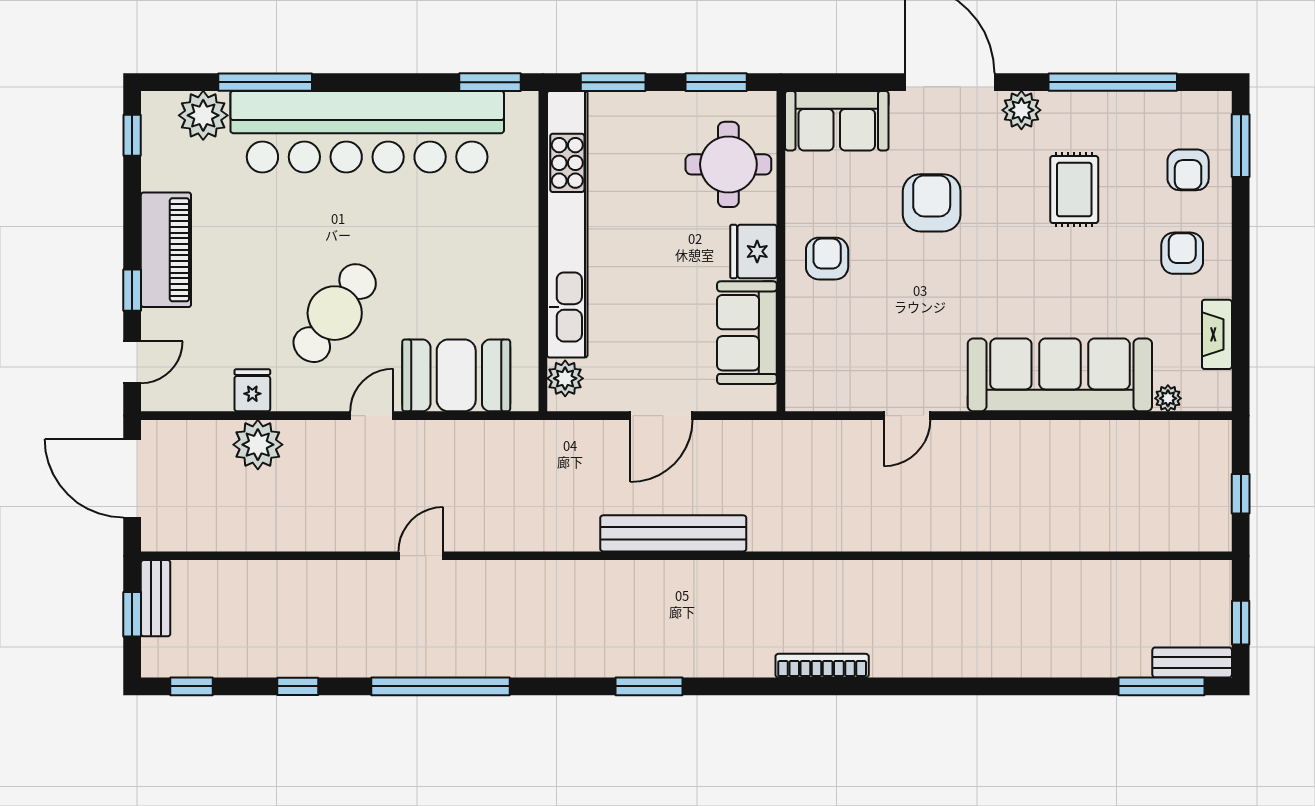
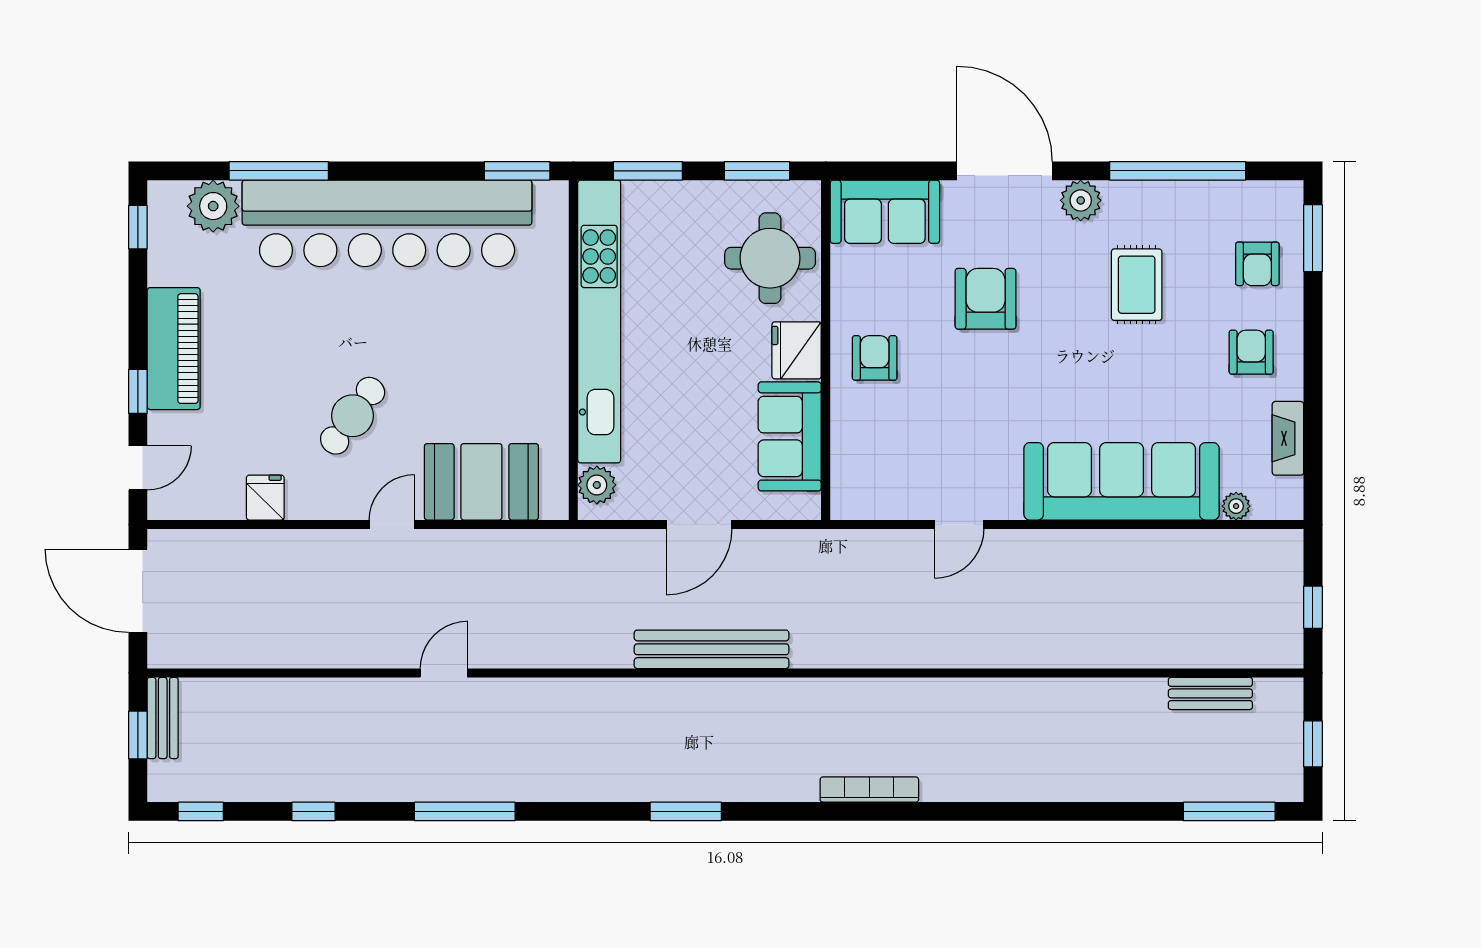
cafe table: (335, 313) -> (353, 416), width x0.73, depth x0.74
plant: (258, 445) -> (271, 555), removed
bench: (1192, 662) -> (1210, 693), moved
window: (440, 686) -> (465, 811), width x0.68

